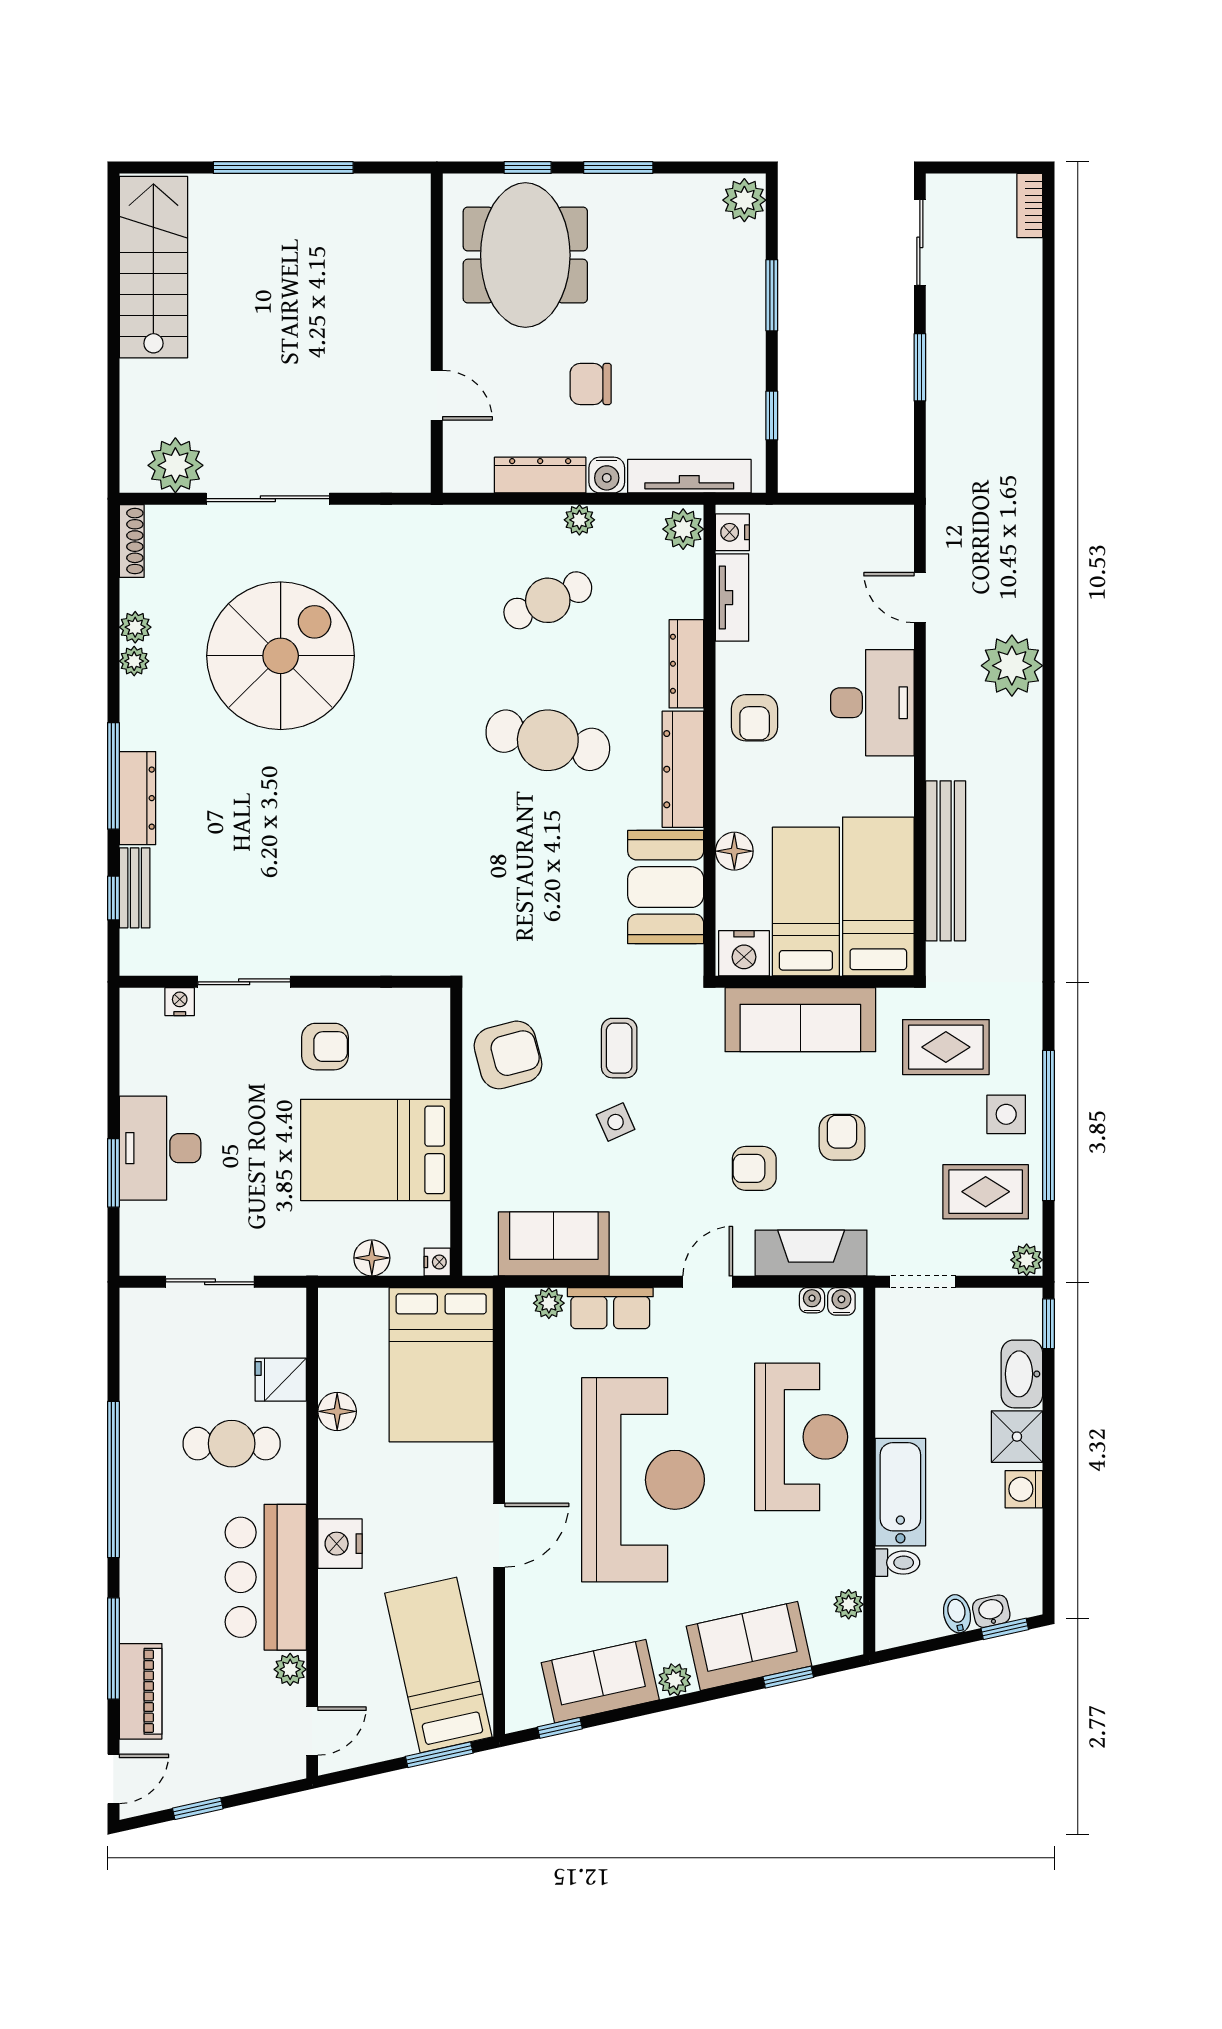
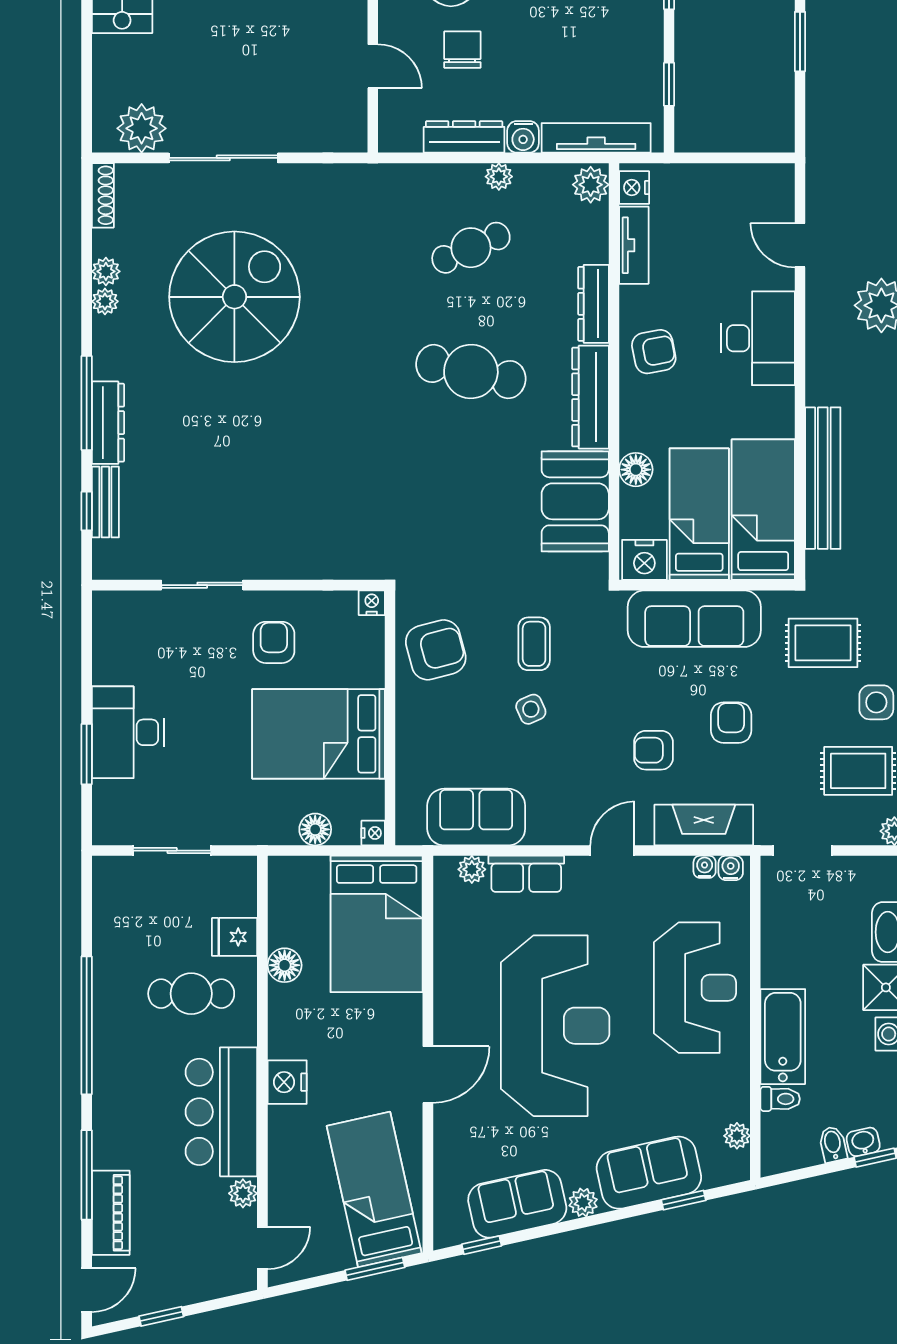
chair: (591, 384) -> (462, 50), moved, turned 90
armchair: (755, 718) -> (654, 352), turned -101
nightstand: (180, 1002) -> (372, 603), moved
armchair: (325, 1047) -> (274, 642), turned -90

